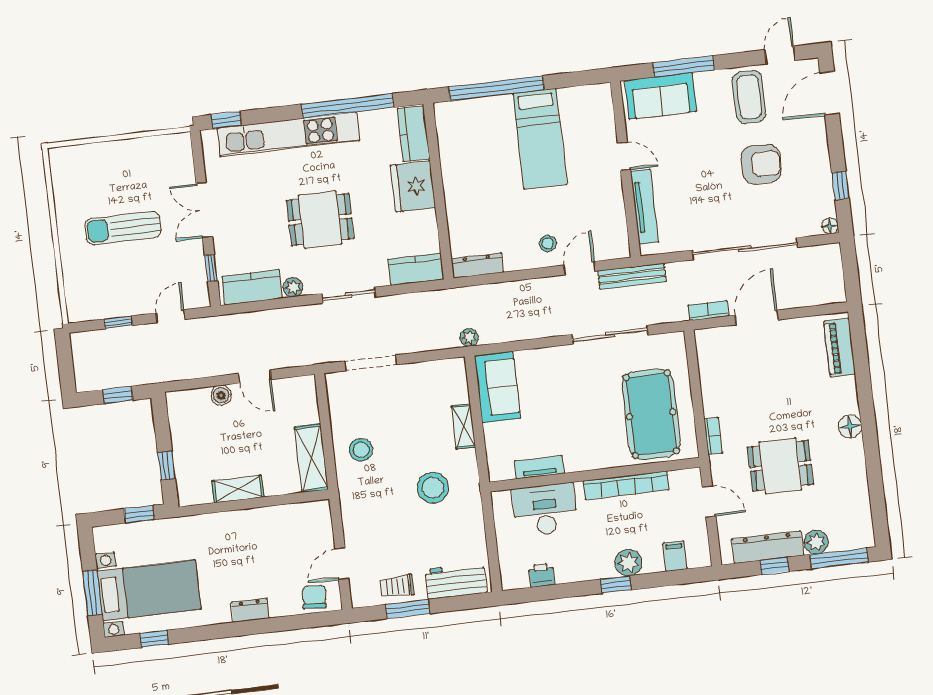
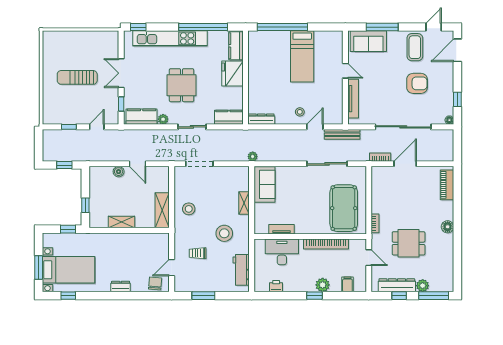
dining table: (320, 219) -> (182, 85), turned 90
workbench: (456, 581) -> (241, 270), moved, turned -90
trolley: (397, 586) -> (198, 253), moved

